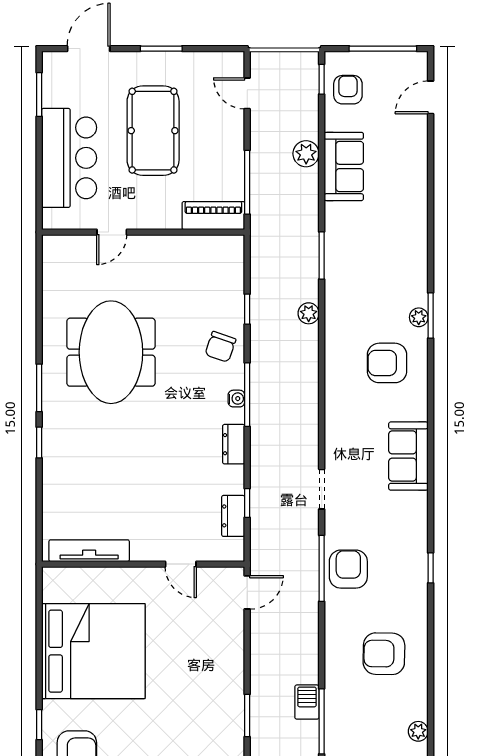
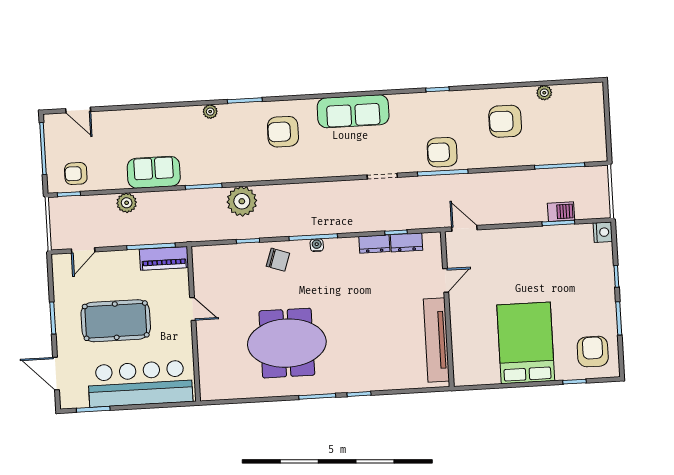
bar counter: (69, 158) -> (140, 384), width x1.36
sofa: (344, 166) -> (154, 172), moved
piano: (213, 216) -> (164, 258), moved, turned -90
door: (112, 232) -> (193, 309), moved
plant: (309, 313) -> (242, 201), width x1.88, depth x1.88
plant: (419, 317) -> (210, 112), moved
armchair: (387, 363) -> (283, 132), turned 90
dresser: (234, 444) -> (374, 244), moved
sofa: (408, 456) -> (353, 111), width x1.36
tv unit: (89, 551) -> (436, 340), width x1.36, depth x1.29
bed: (93, 651) -> (526, 343), width x0.73
armchair: (384, 654) -> (505, 121), turned 89
barbecue: (307, 702) -> (561, 212), moved, turned 180
plant: (418, 731) -> (544, 93), moved

